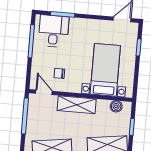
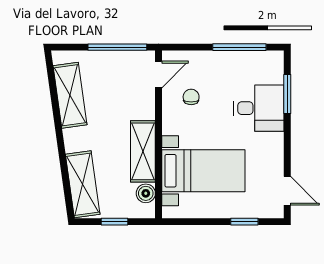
desk: (53, 31) -> (259, 108), moved
shelving: (77, 105) -> (143, 151), moved

